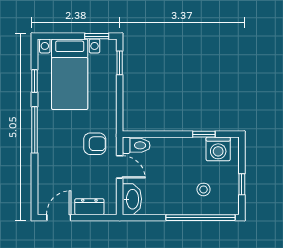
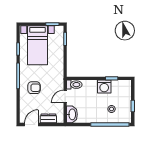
armchair: (95, 144) -> (34, 88), moved
washing machine: (218, 149) -> (104, 87), moved
door: (120, 167) -> (65, 97), swing flipped

